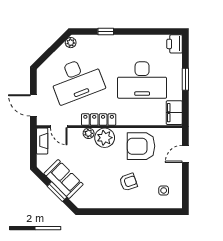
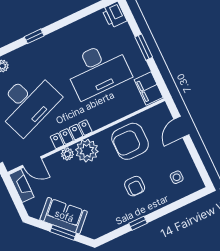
armchair: (128, 182) -> (135, 186), turned 109
window: (118, 212) -> (138, 223), added

